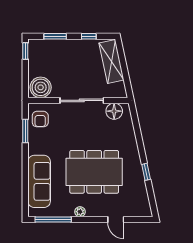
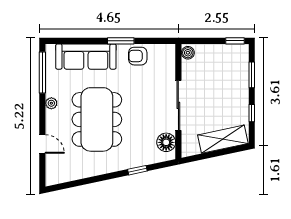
boiler: (41, 87) -> (188, 53), width x0.54, depth x0.54
armchair: (40, 119) -> (138, 56), moved
window: (25, 131) -> (121, 41), moved
window: (146, 172) -> (137, 170), moved
door: (116, 220) -> (42, 144), swing flipped

